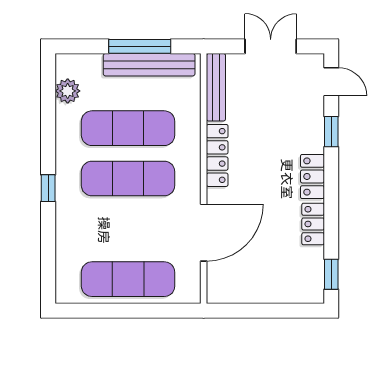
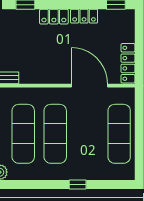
locker: (217, 155) -> (128, 63), moved, turned -90
window: (48, 188) -> (78, 185), moved

